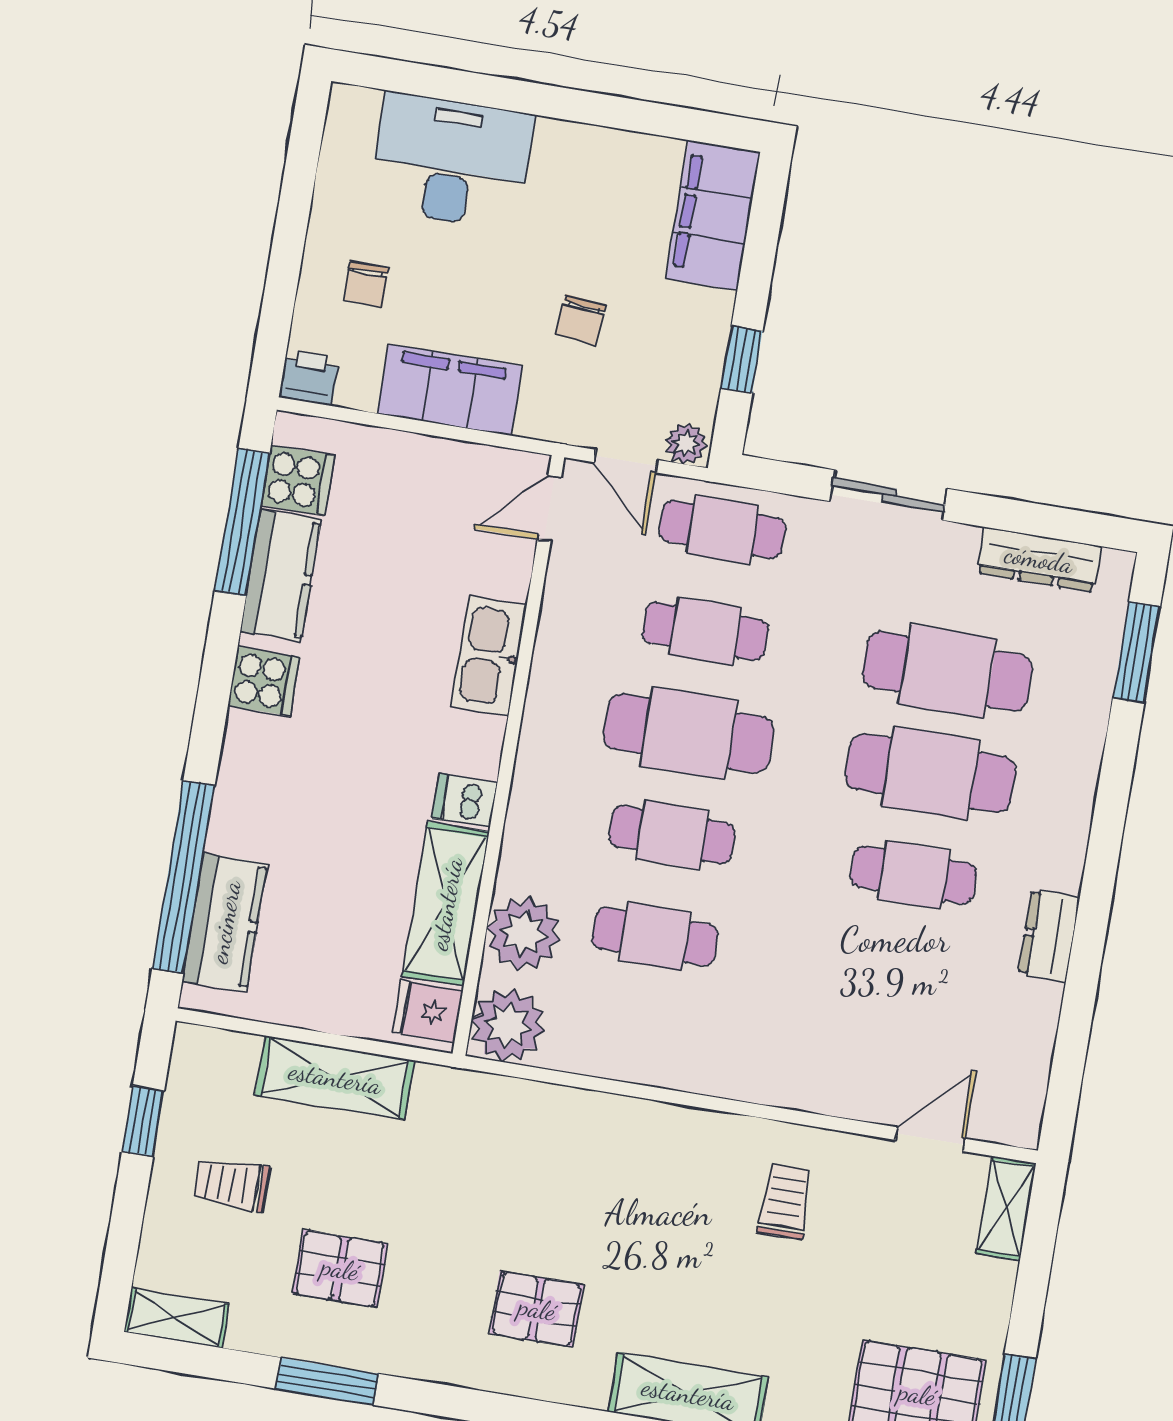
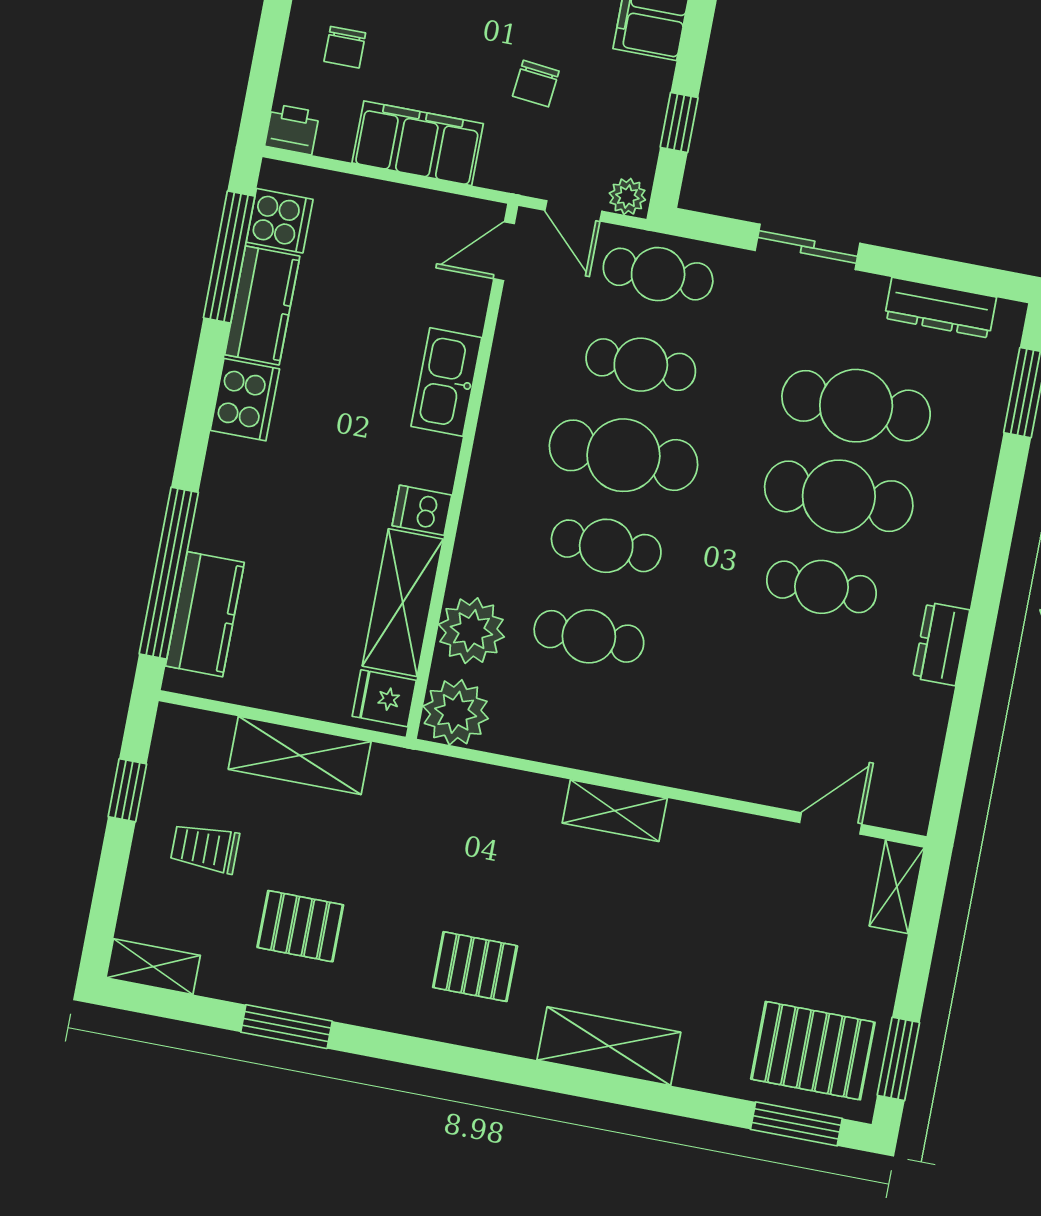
cooker: (264, 681) -> (245, 400), width x1.36
shelving: (689, 1131) -> (615, 811), added
trolley: (785, 1201) -> (700, 876), removed

